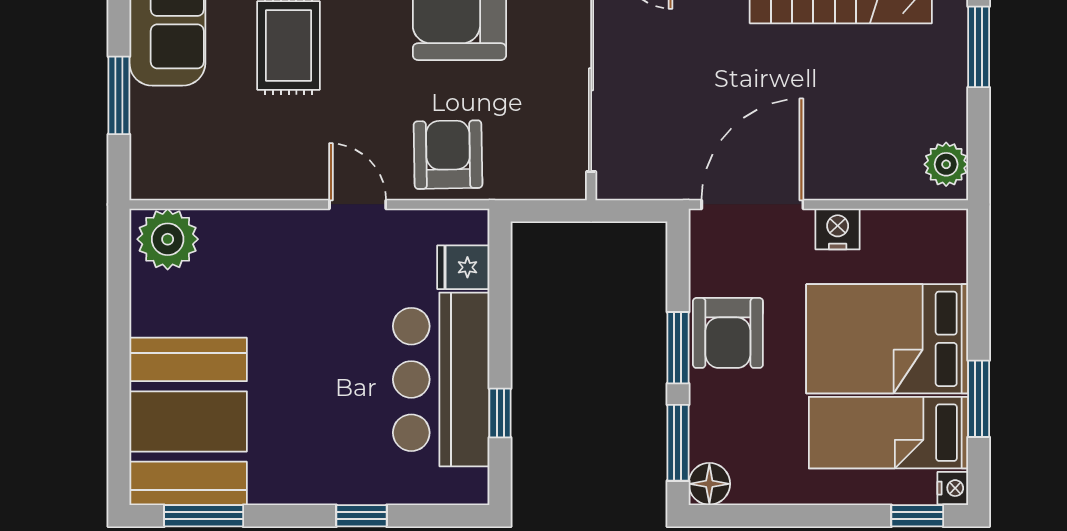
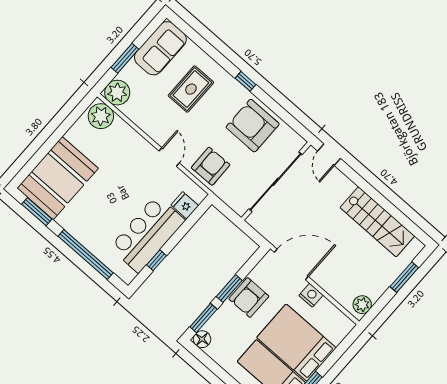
plant: (160, 170) -> (117, 93), added
window: (362, 516) -> (86, 254), width x3.17

